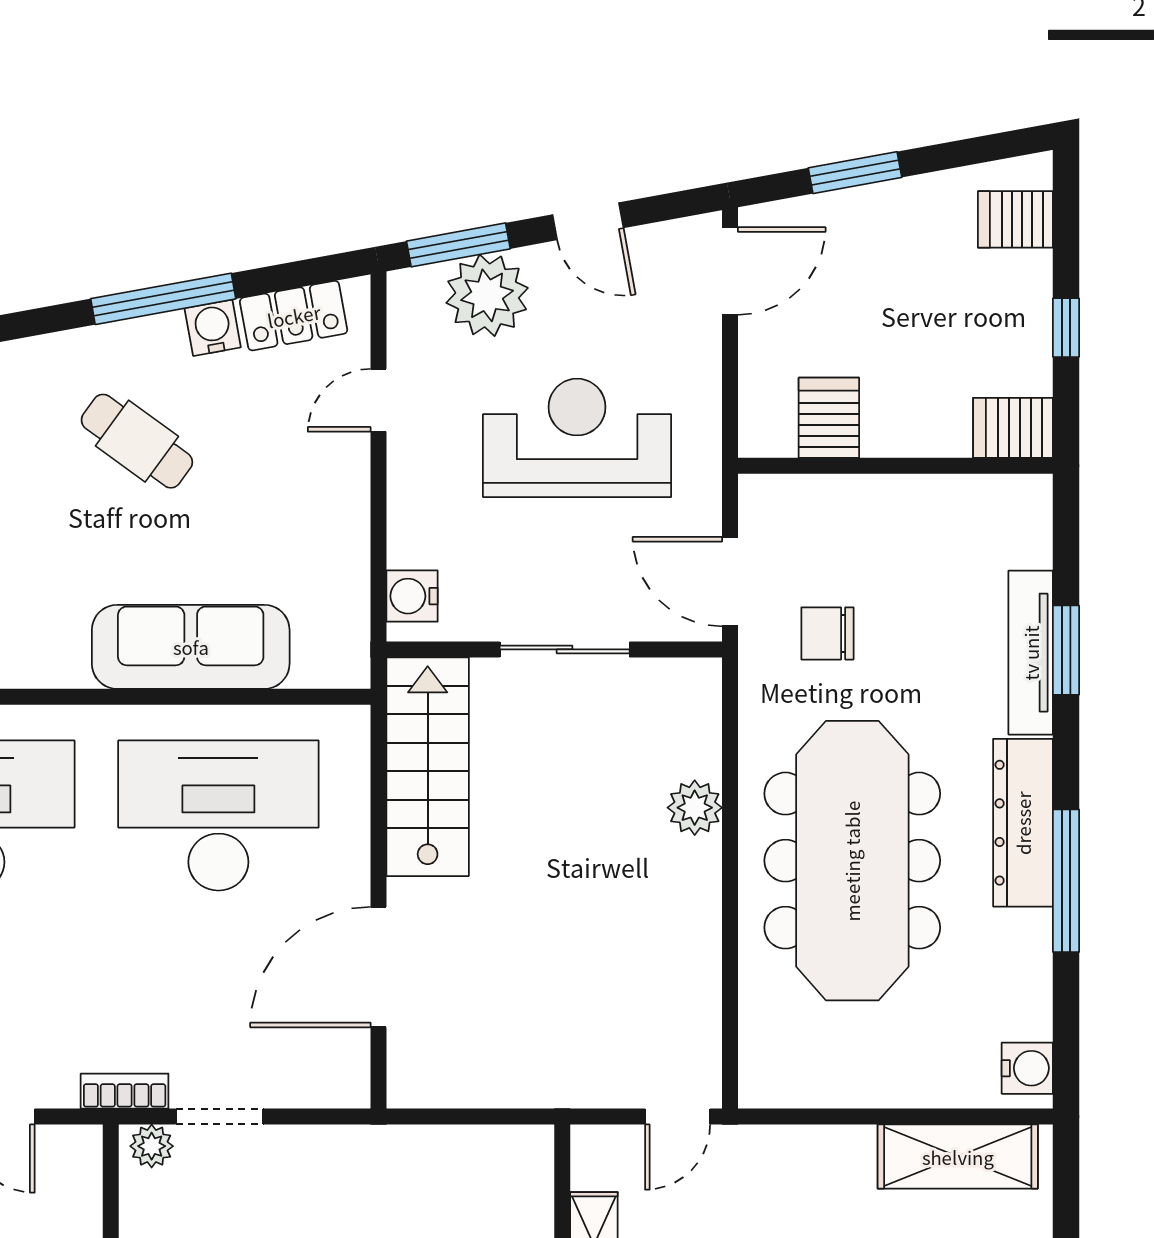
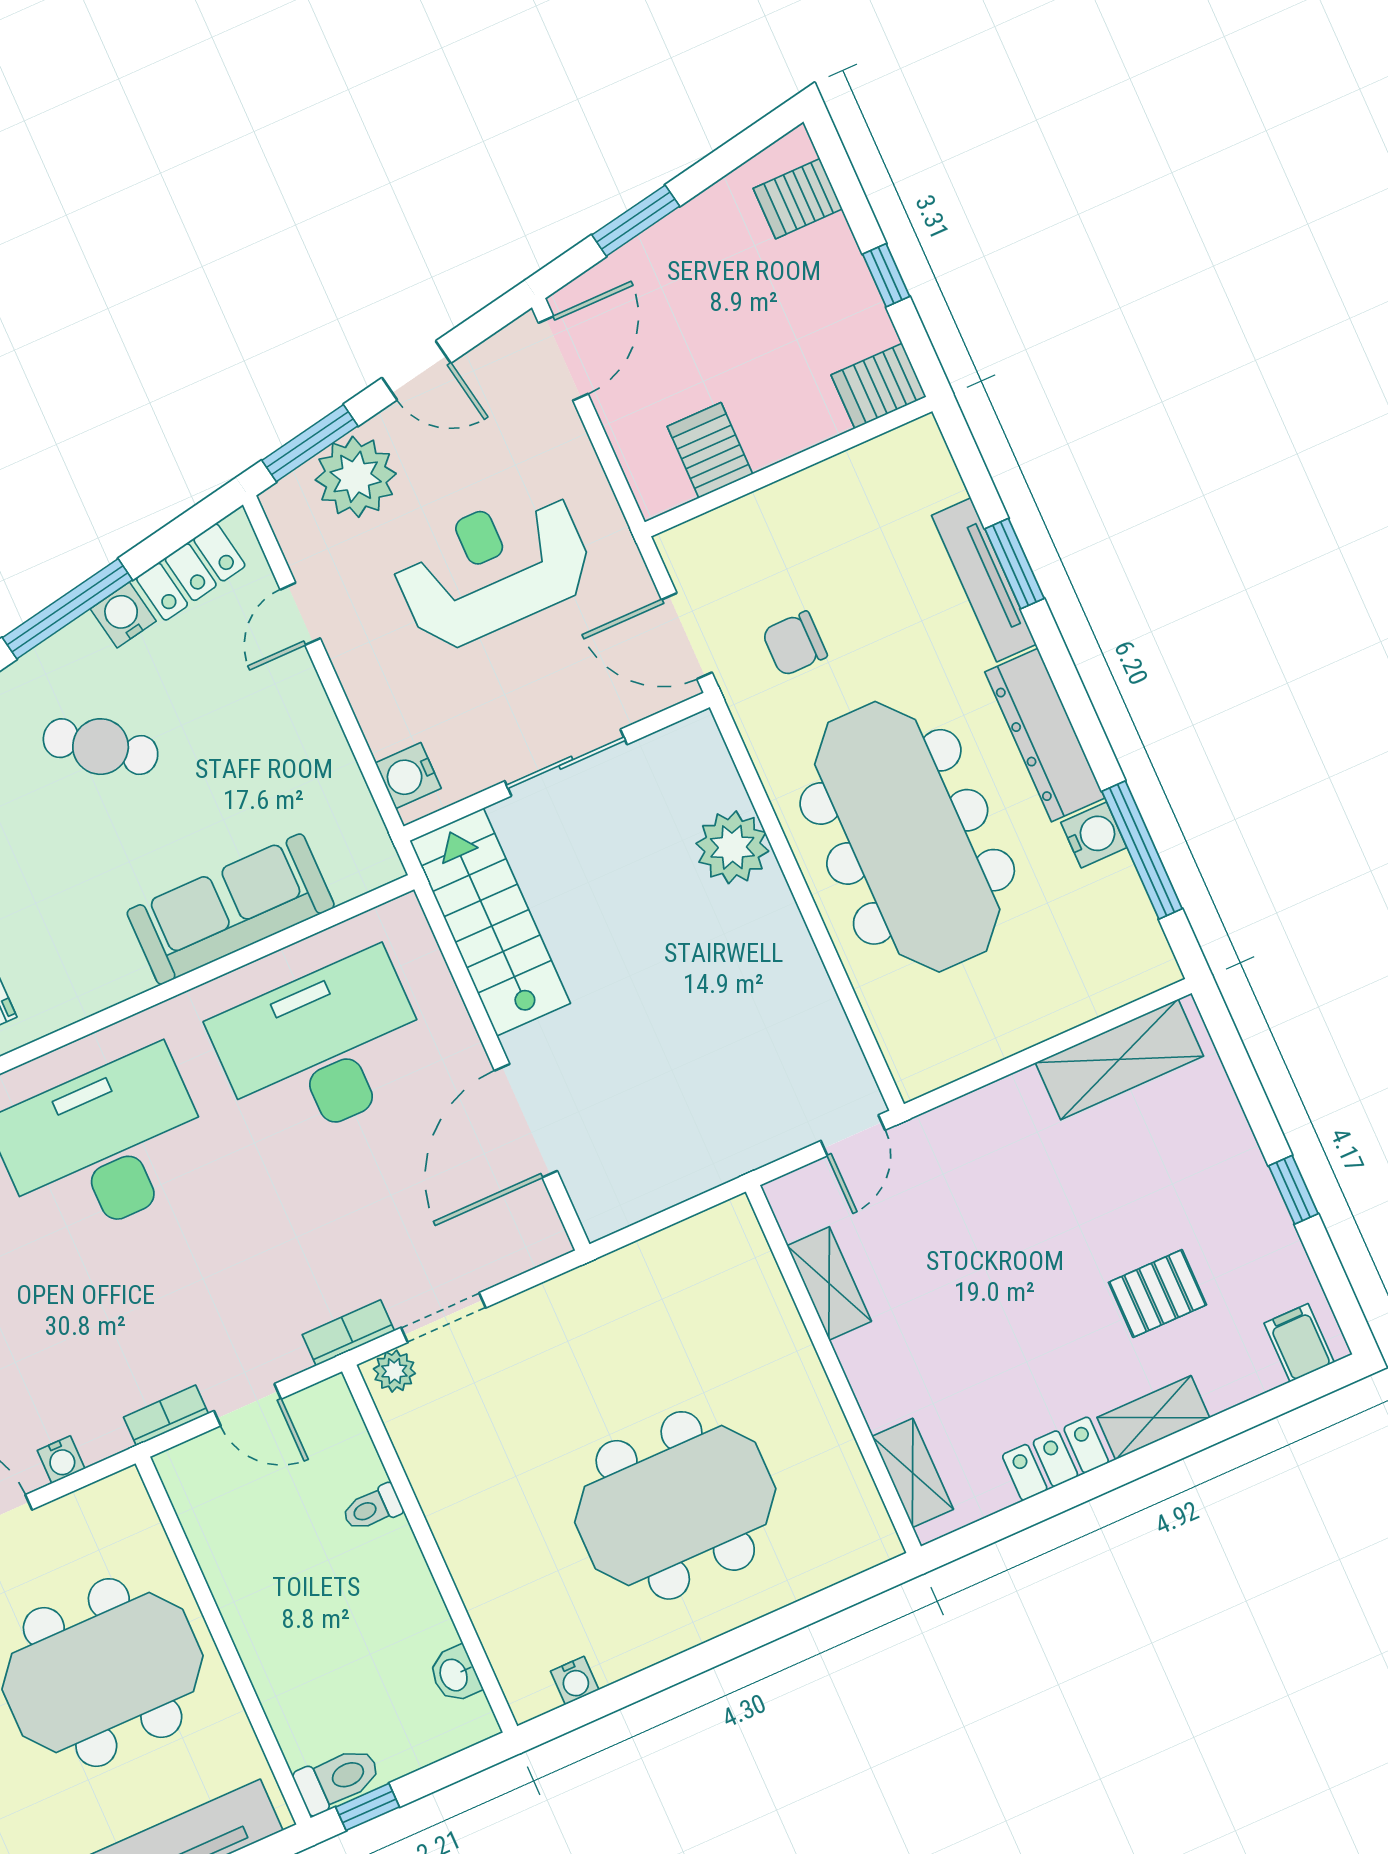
plant: (695, 808) -> (732, 847), width x1.36, depth x1.36
window: (1066, 881) -> (1142, 850), moved
water cooler: (1027, 1068) -> (1094, 835), moved

